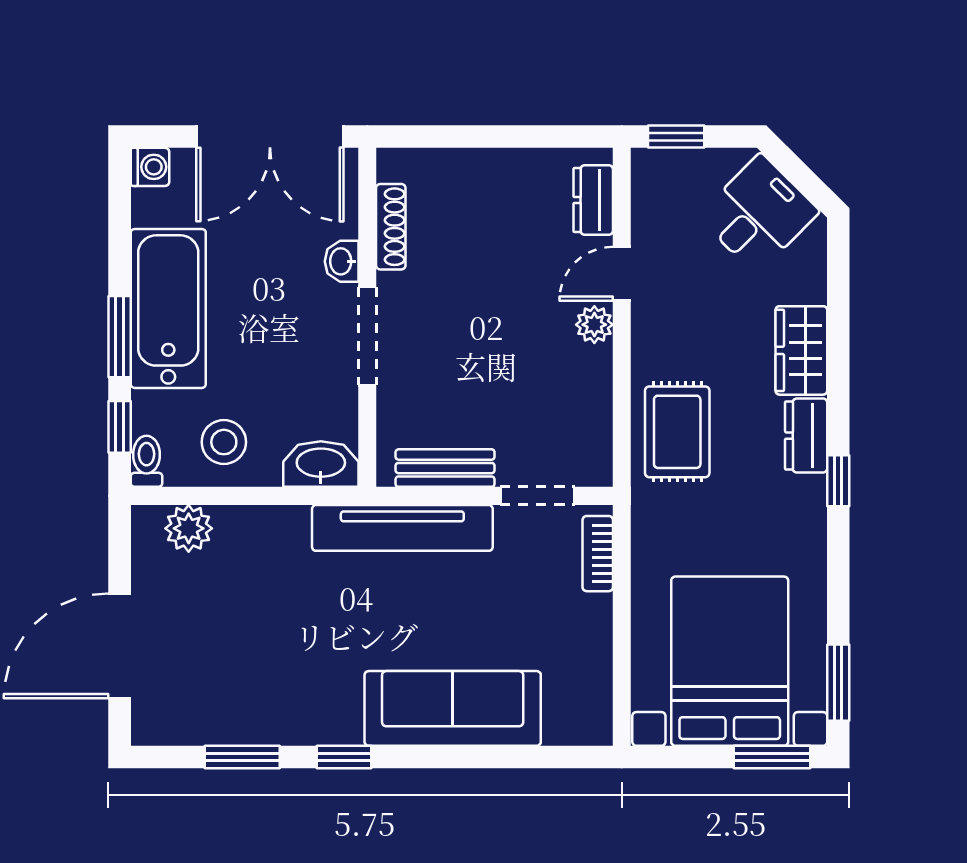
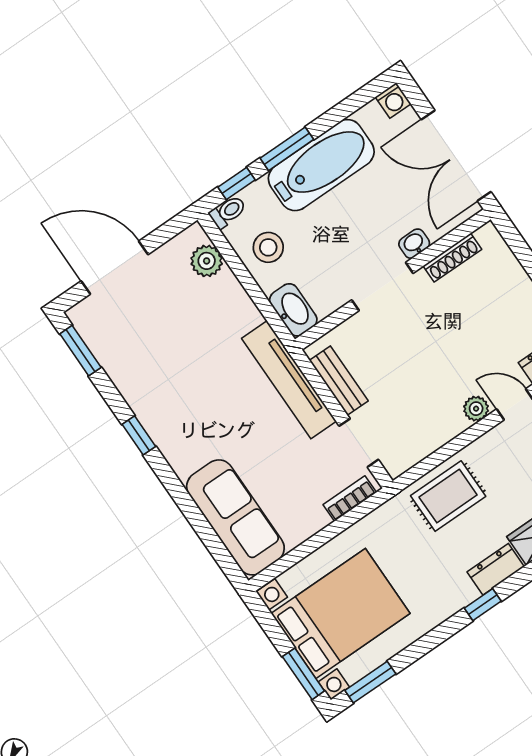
sofa: (453, 708) -> (235, 517), moved
window: (242, 757) -> (80, 351), moved

